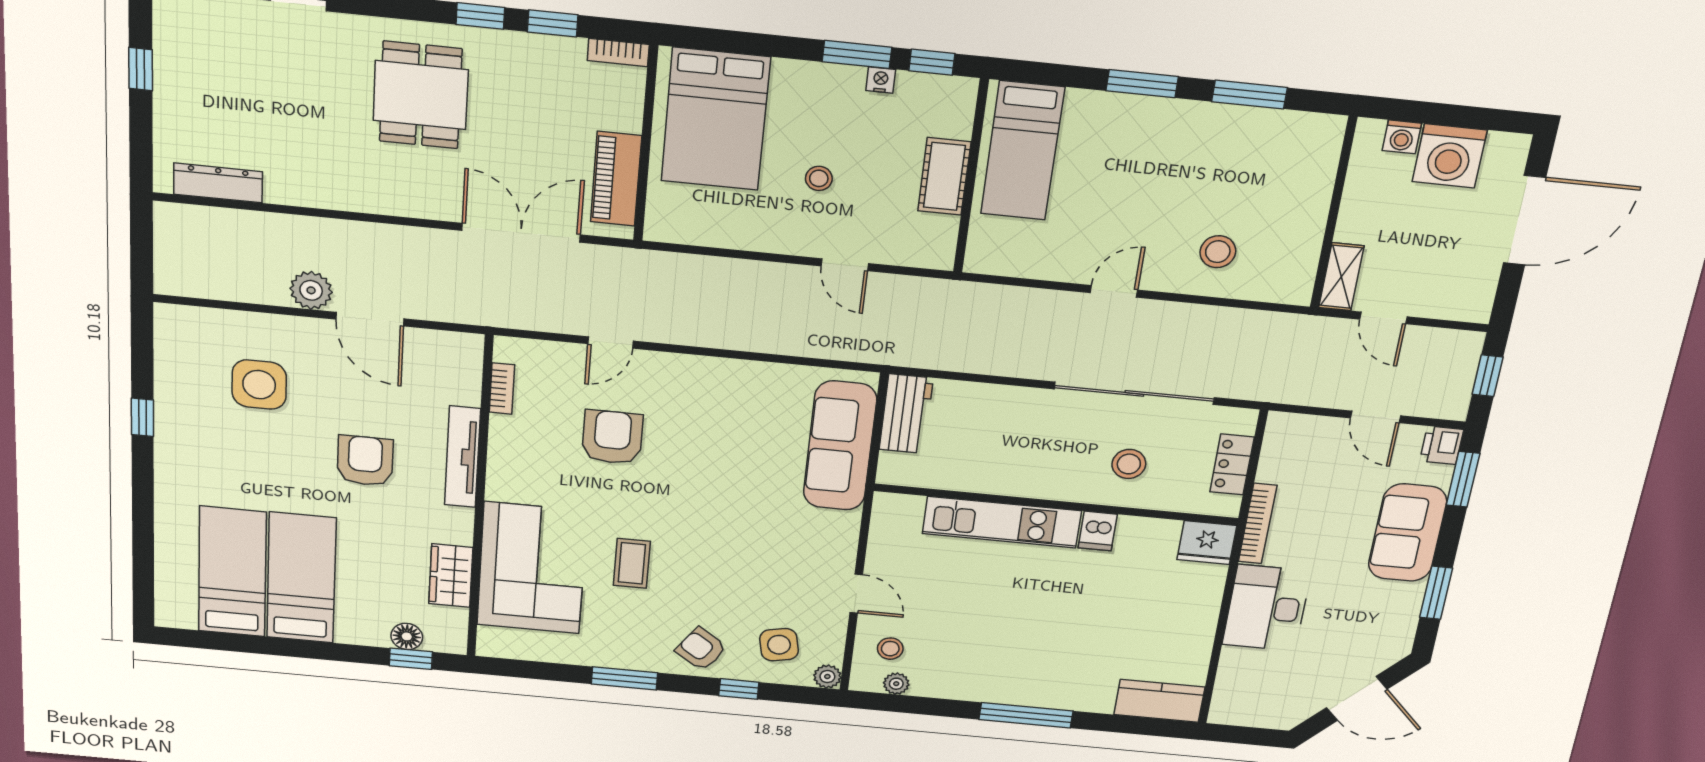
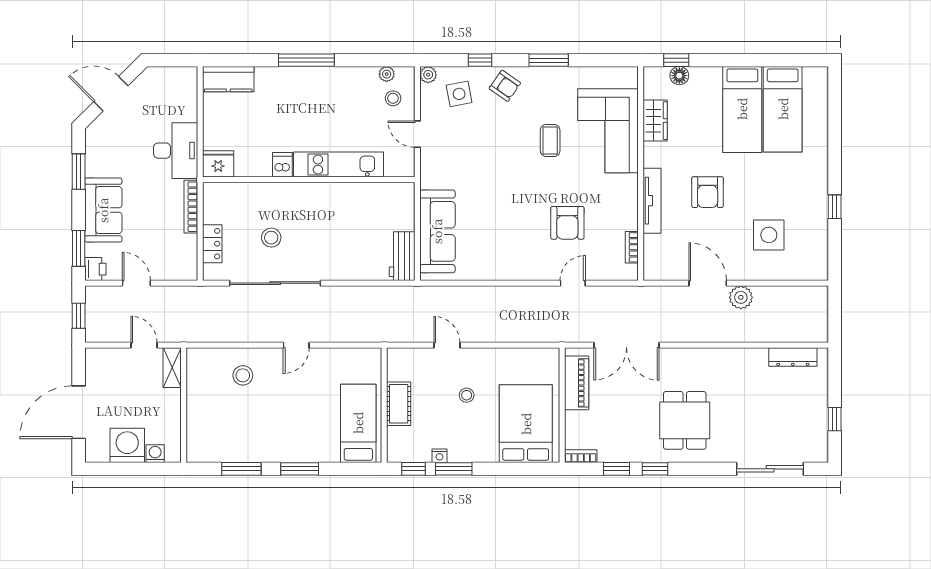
wall: (1056, 505) -> (309, 180), moved
kitchen unit: (1002, 522) -> (339, 165), moved
dishwasher: (1098, 531) -> (282, 165), moved
fridge: (1207, 543) -> (218, 164), moved

